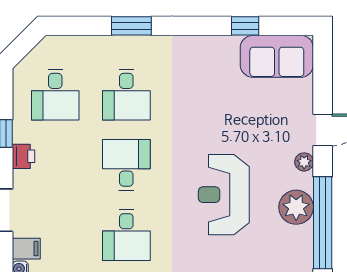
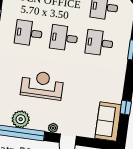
desk: (126, 165) -> (64, 38), turned 180
plant: (296, 207) -> (21, 119), moved

